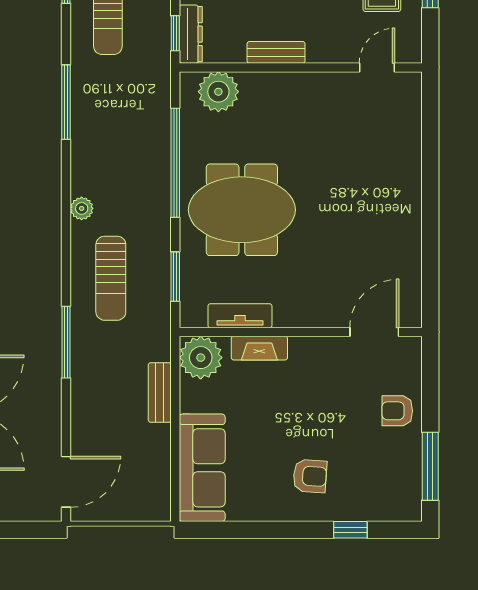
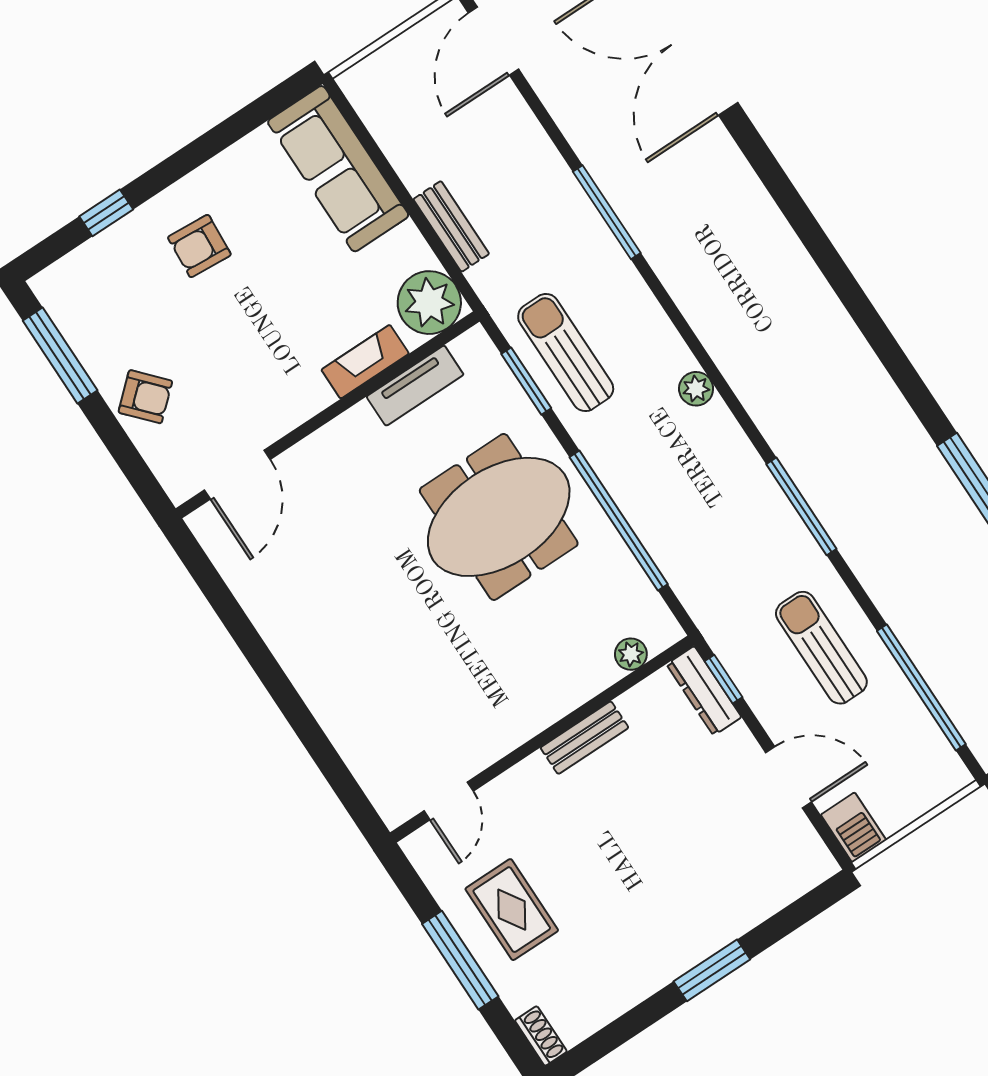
plant: (218, 92) -> (631, 654), width x0.53, depth x0.53
sun lounger: (111, 278) -> (566, 353), moved
armchair: (397, 411) -> (145, 397), turned 48

